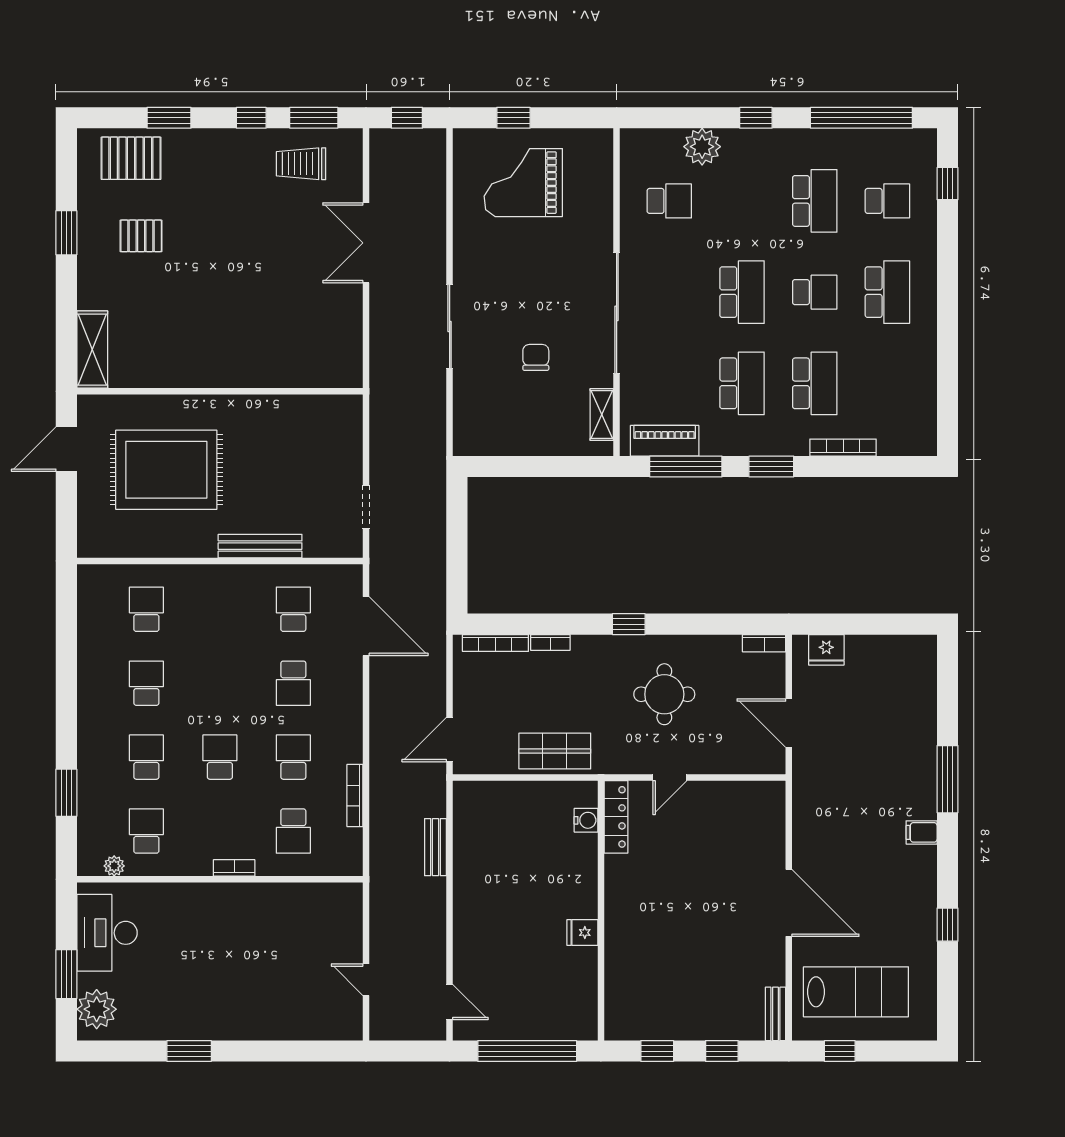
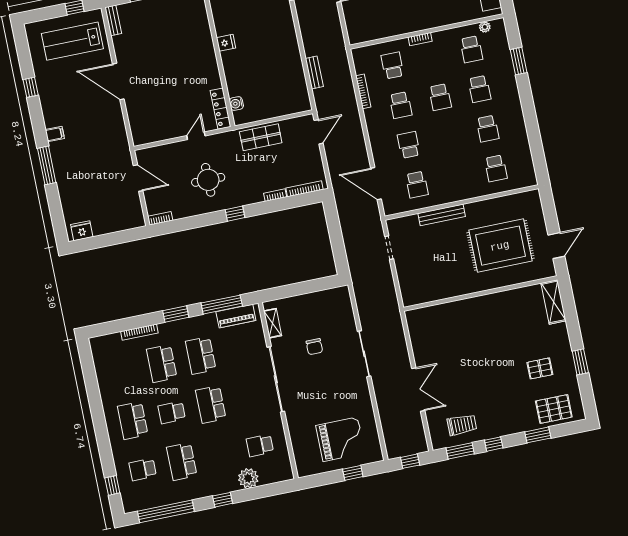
fridge: (826, 650) -> (82, 231), moved

